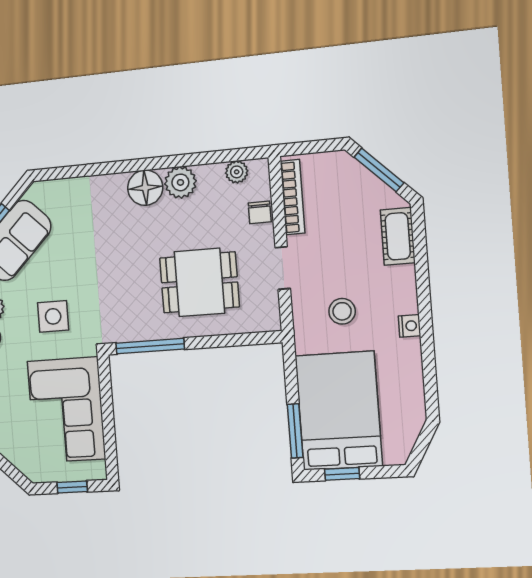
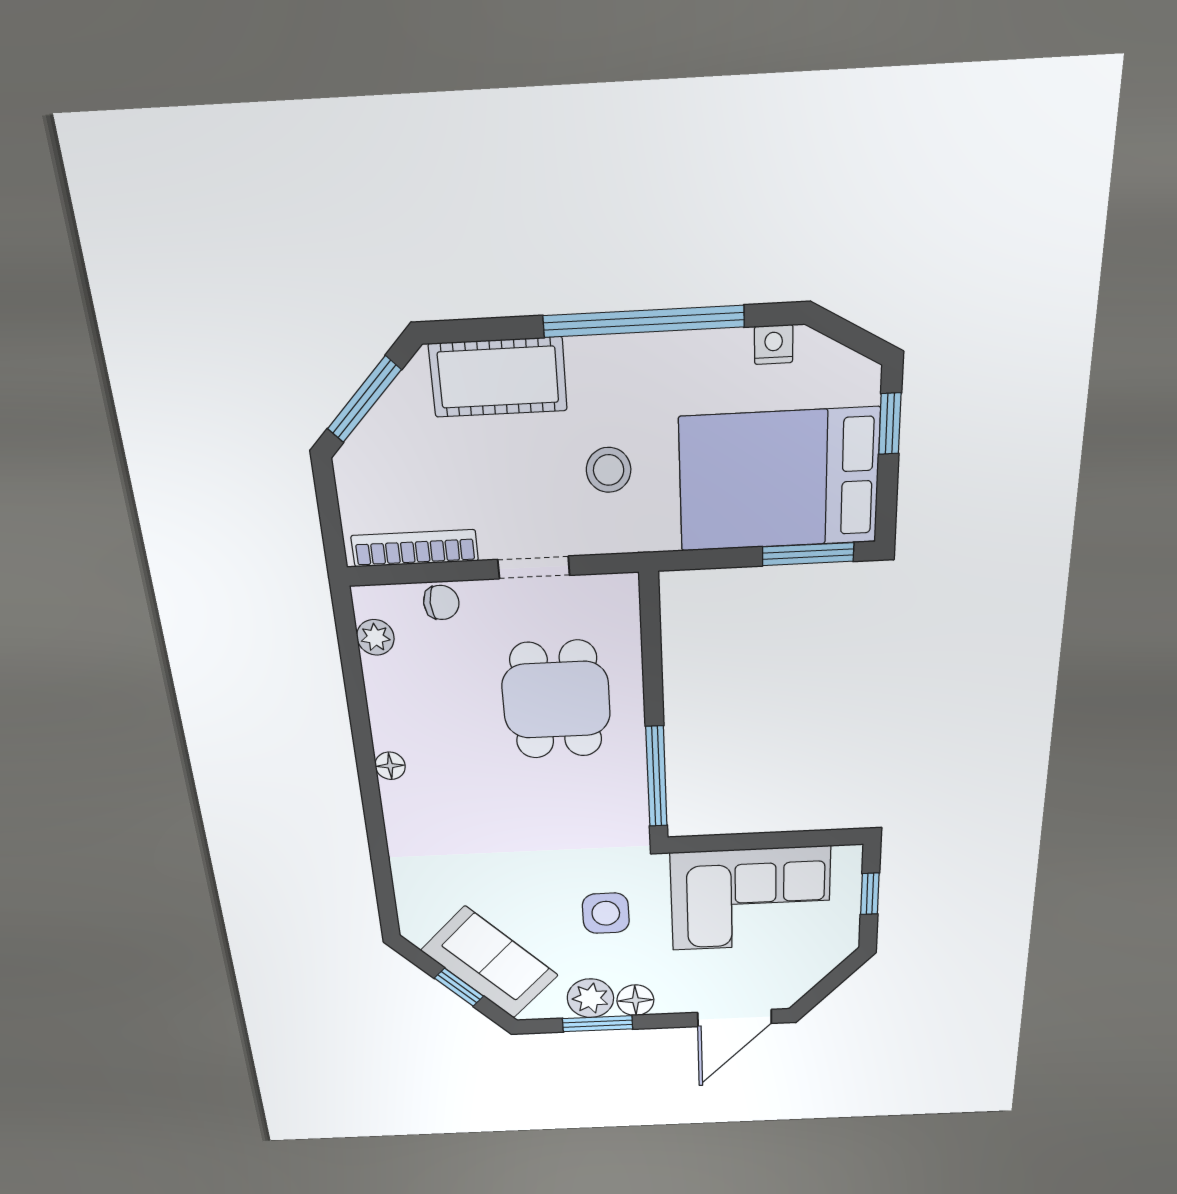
plant: (180, 182) -> (395, 725), removed
floor lamp: (145, 188) -> (390, 766), width x0.53, depth x0.53
cot: (398, 236) -> (498, 377), width x1.37, depth x1.34
nightstand: (410, 326) -> (774, 345), moved
window: (426, 329) -> (644, 321), added
window: (342, 474) -> (890, 424), moved

